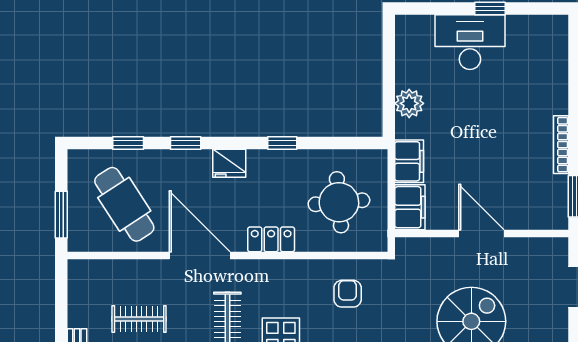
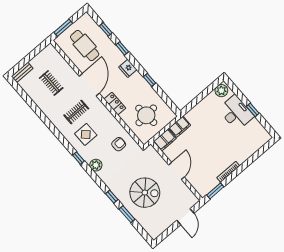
plant: (409, 103) -> (221, 91), moved
cafe table: (124, 204) -> (85, 46), turned -57

